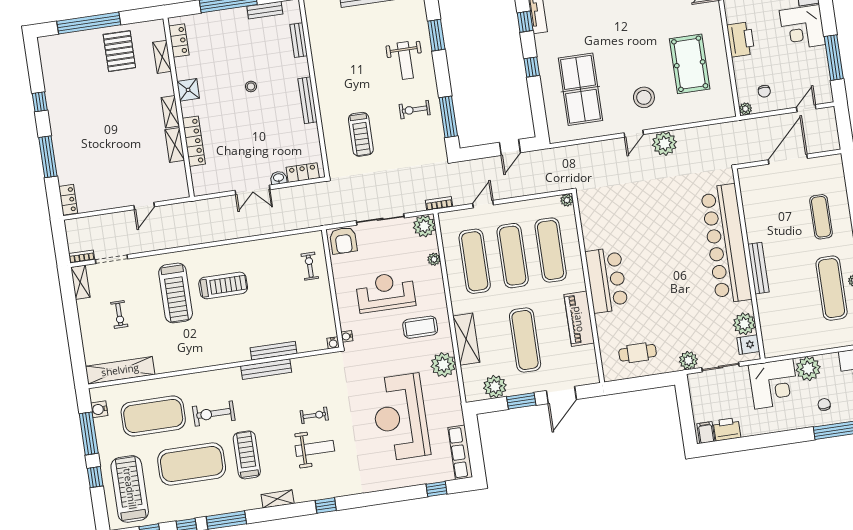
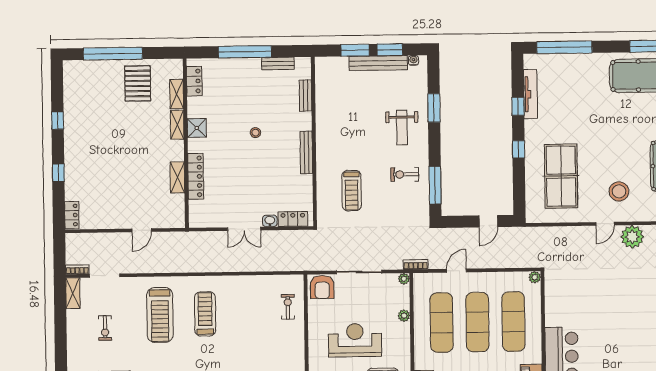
shelving: (170, 112) -> (177, 125), moved
window: (48, 157) -> (58, 173), width x0.46
plant: (424, 226) -> (404, 279), width x0.53, depth x0.53
treadmill: (223, 285) -> (205, 314), turned -90

